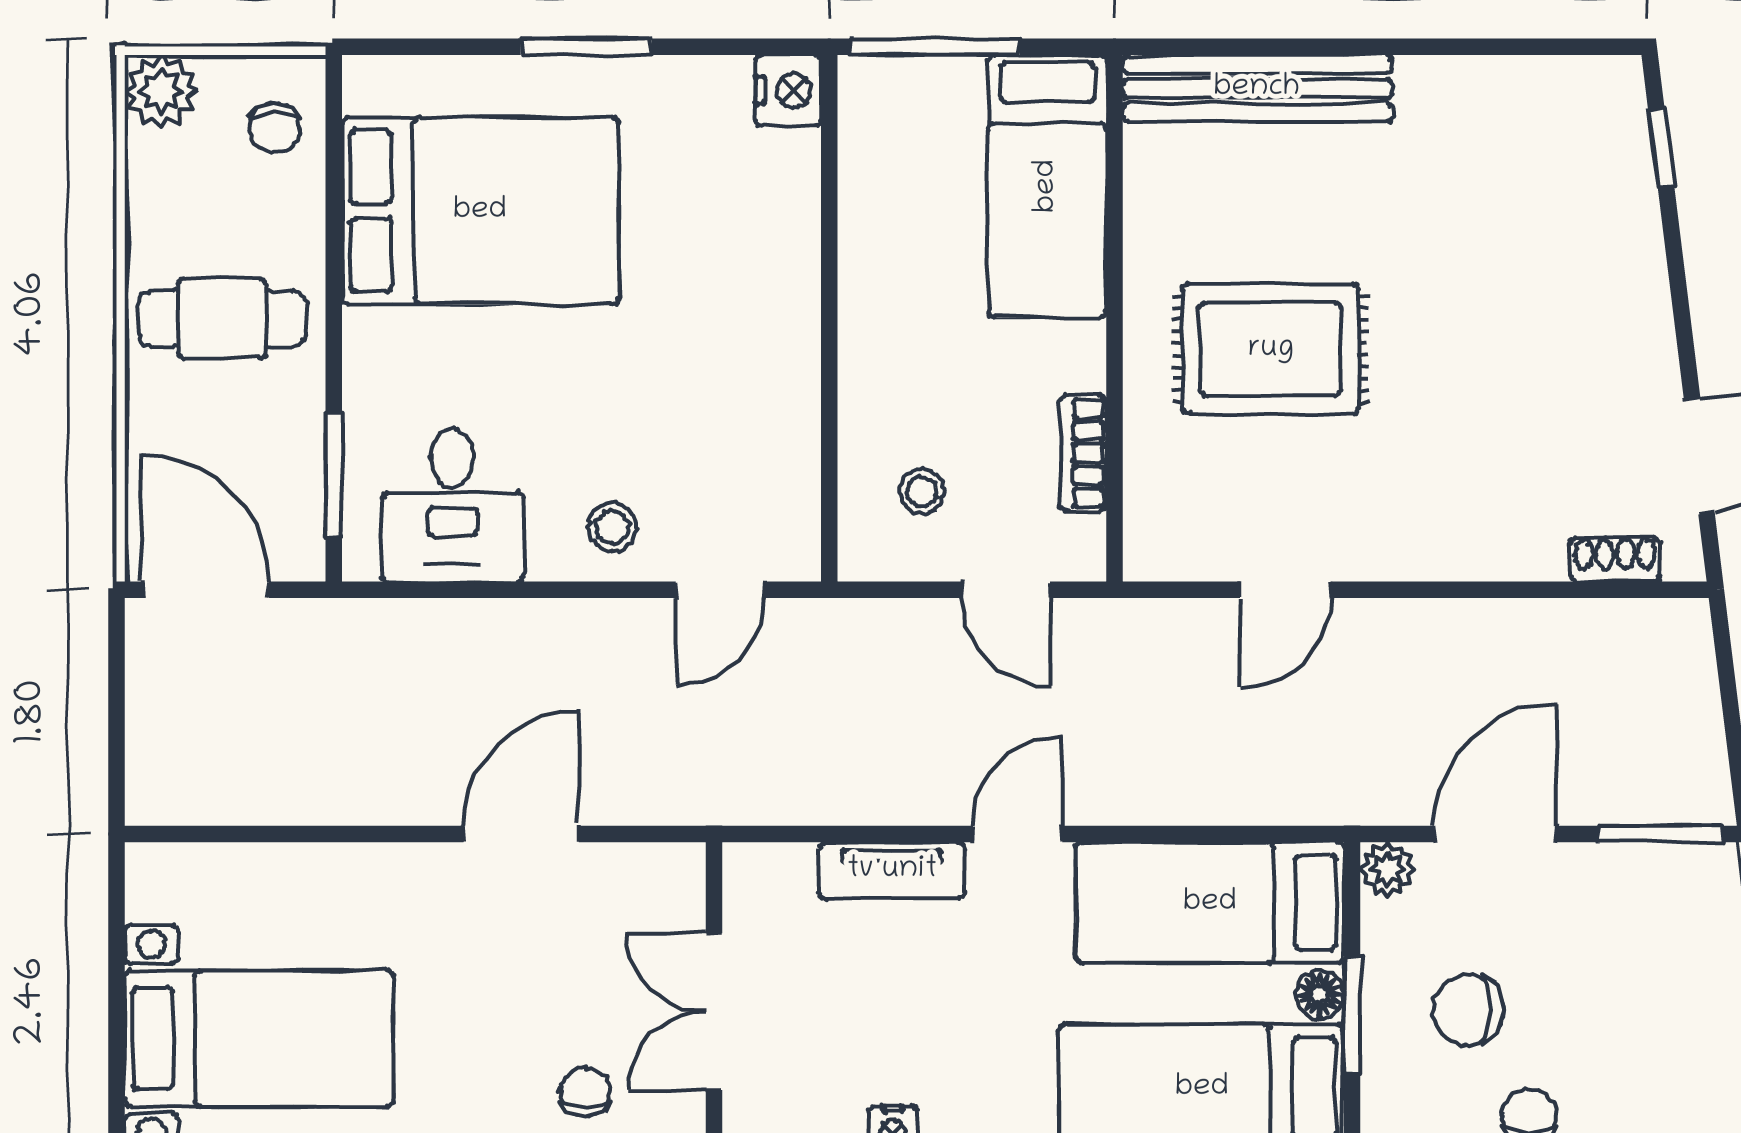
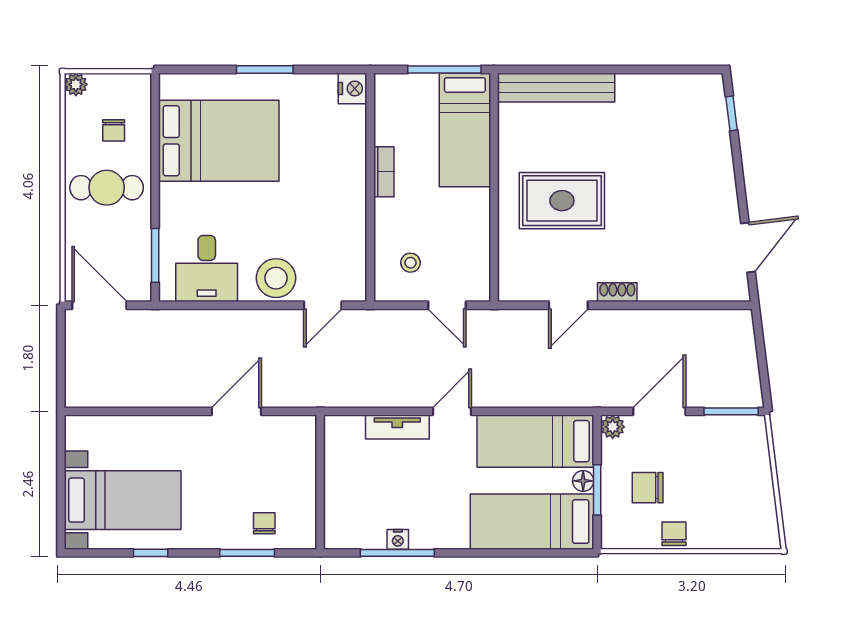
window: (935, 47) -> (444, 69), moved
plant: (161, 91) -> (76, 84), width x0.73, depth x0.73
chair: (275, 128) -> (114, 130), moved
bookcase: (1083, 453) -> (384, 172), moved, turned 180
stool: (612, 527) -> (276, 278), width x1.89, depth x1.89
shoe rack: (1615, 560) -> (617, 292), moved
double door: (714, 1012) -> (320, 488), removed

